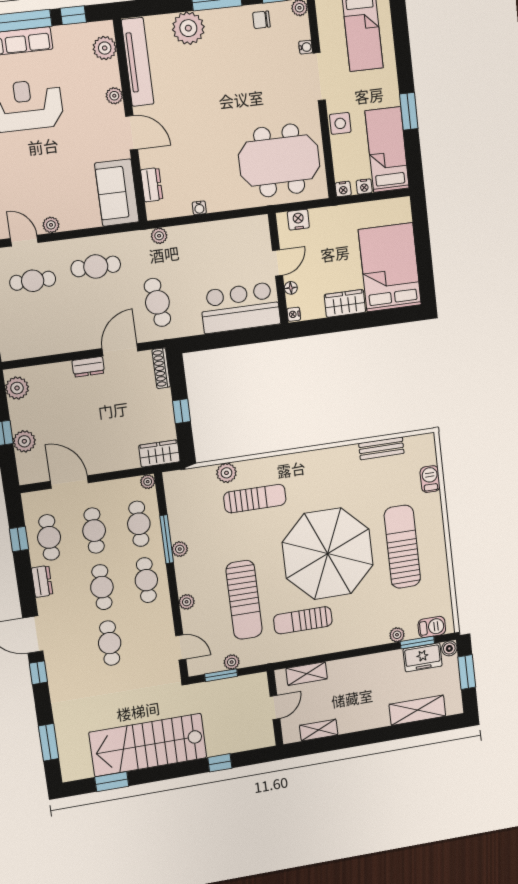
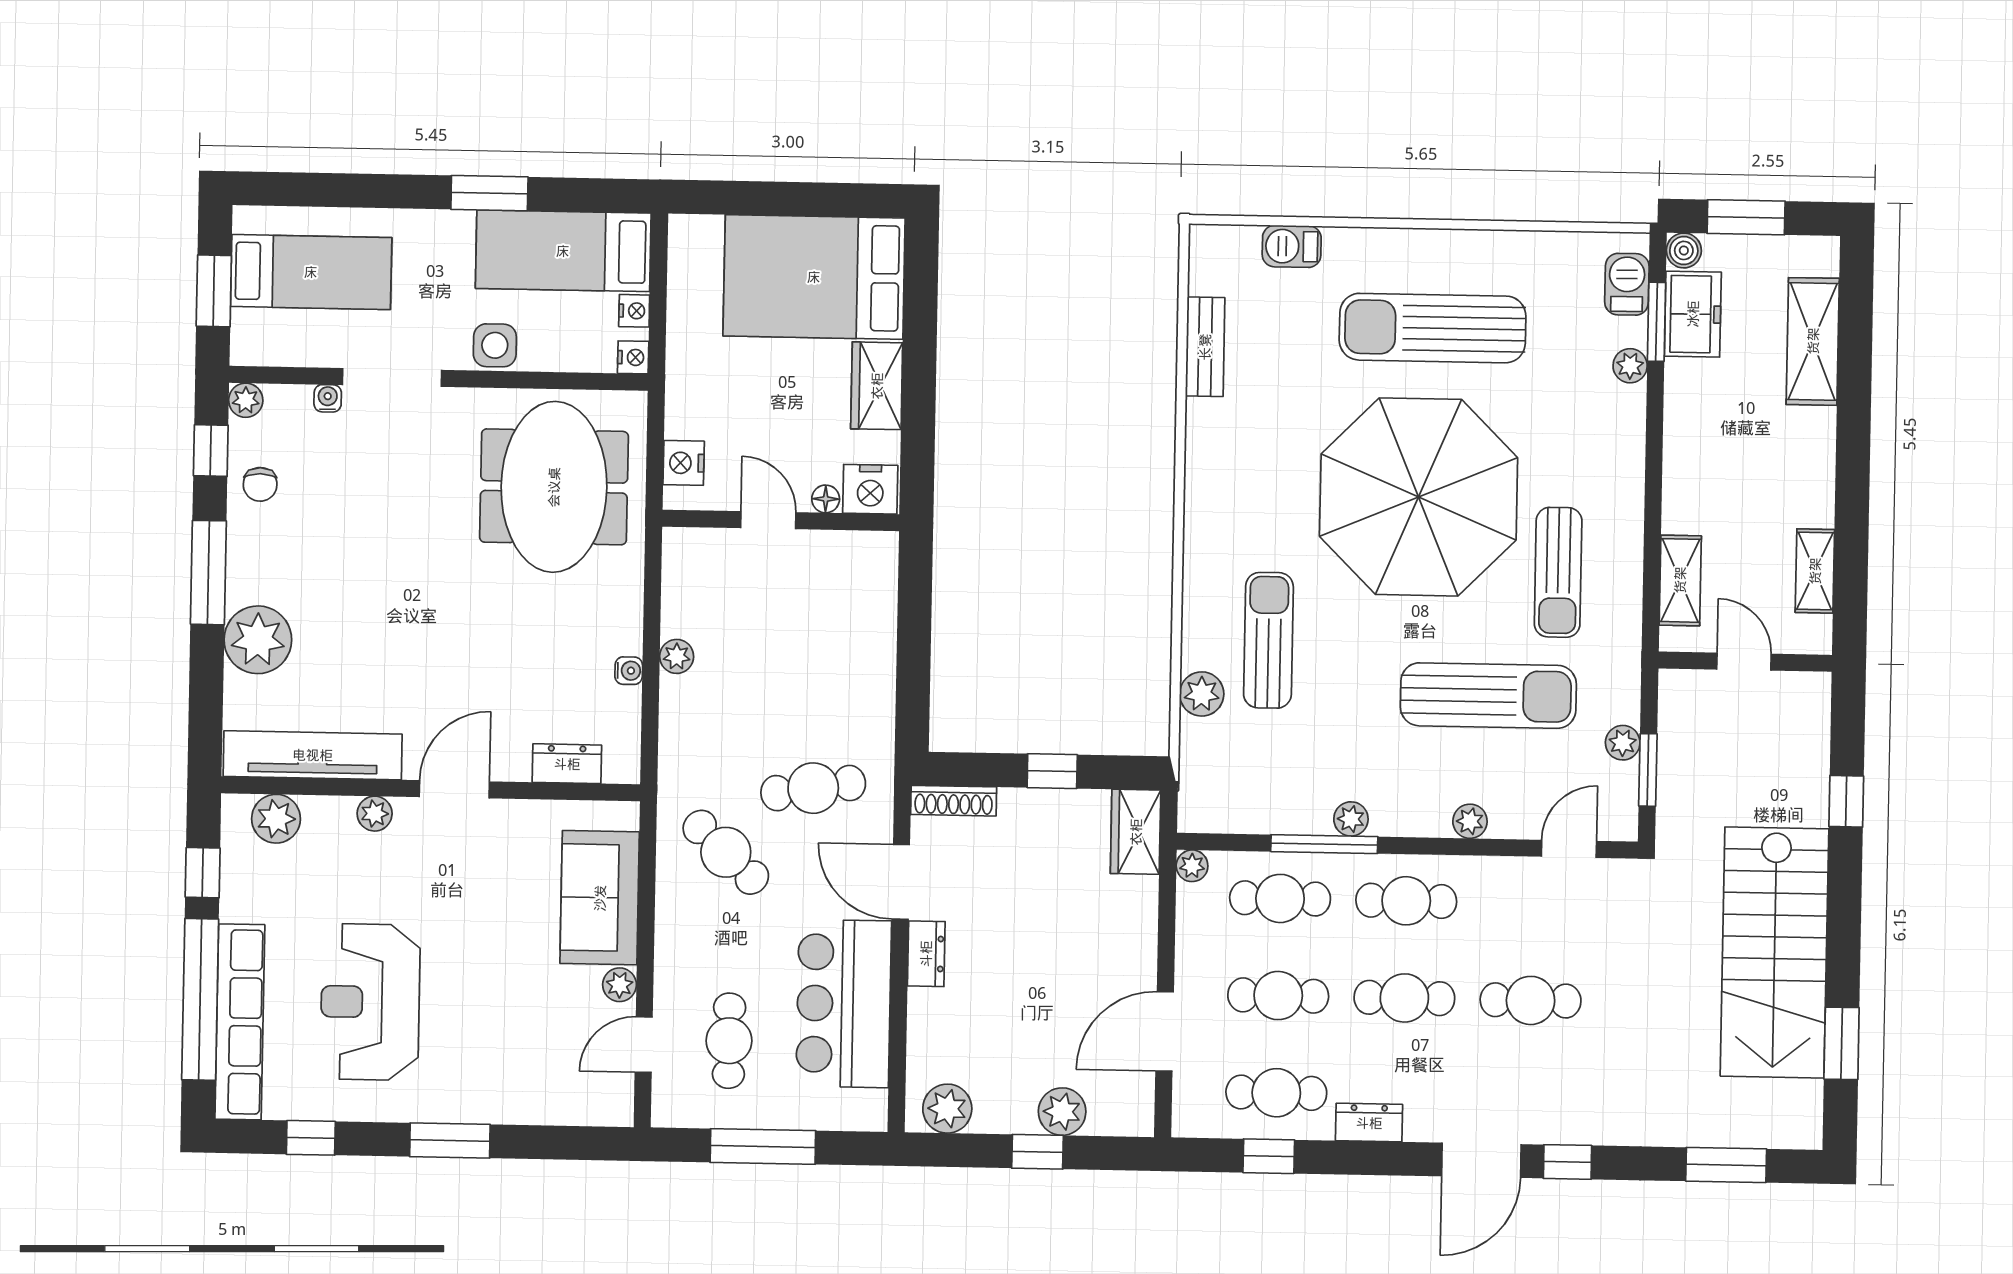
sofa: (117, 193) -> (600, 898), moved, turned 90
plant: (159, 236) -> (677, 656), moved
cafe table: (96, 266) -> (726, 852), moved, turned -47
bar counter: (240, 308) -> (844, 1004), moved
nightstand: (294, 314) -> (870, 489), width x1.89, depth x1.79

